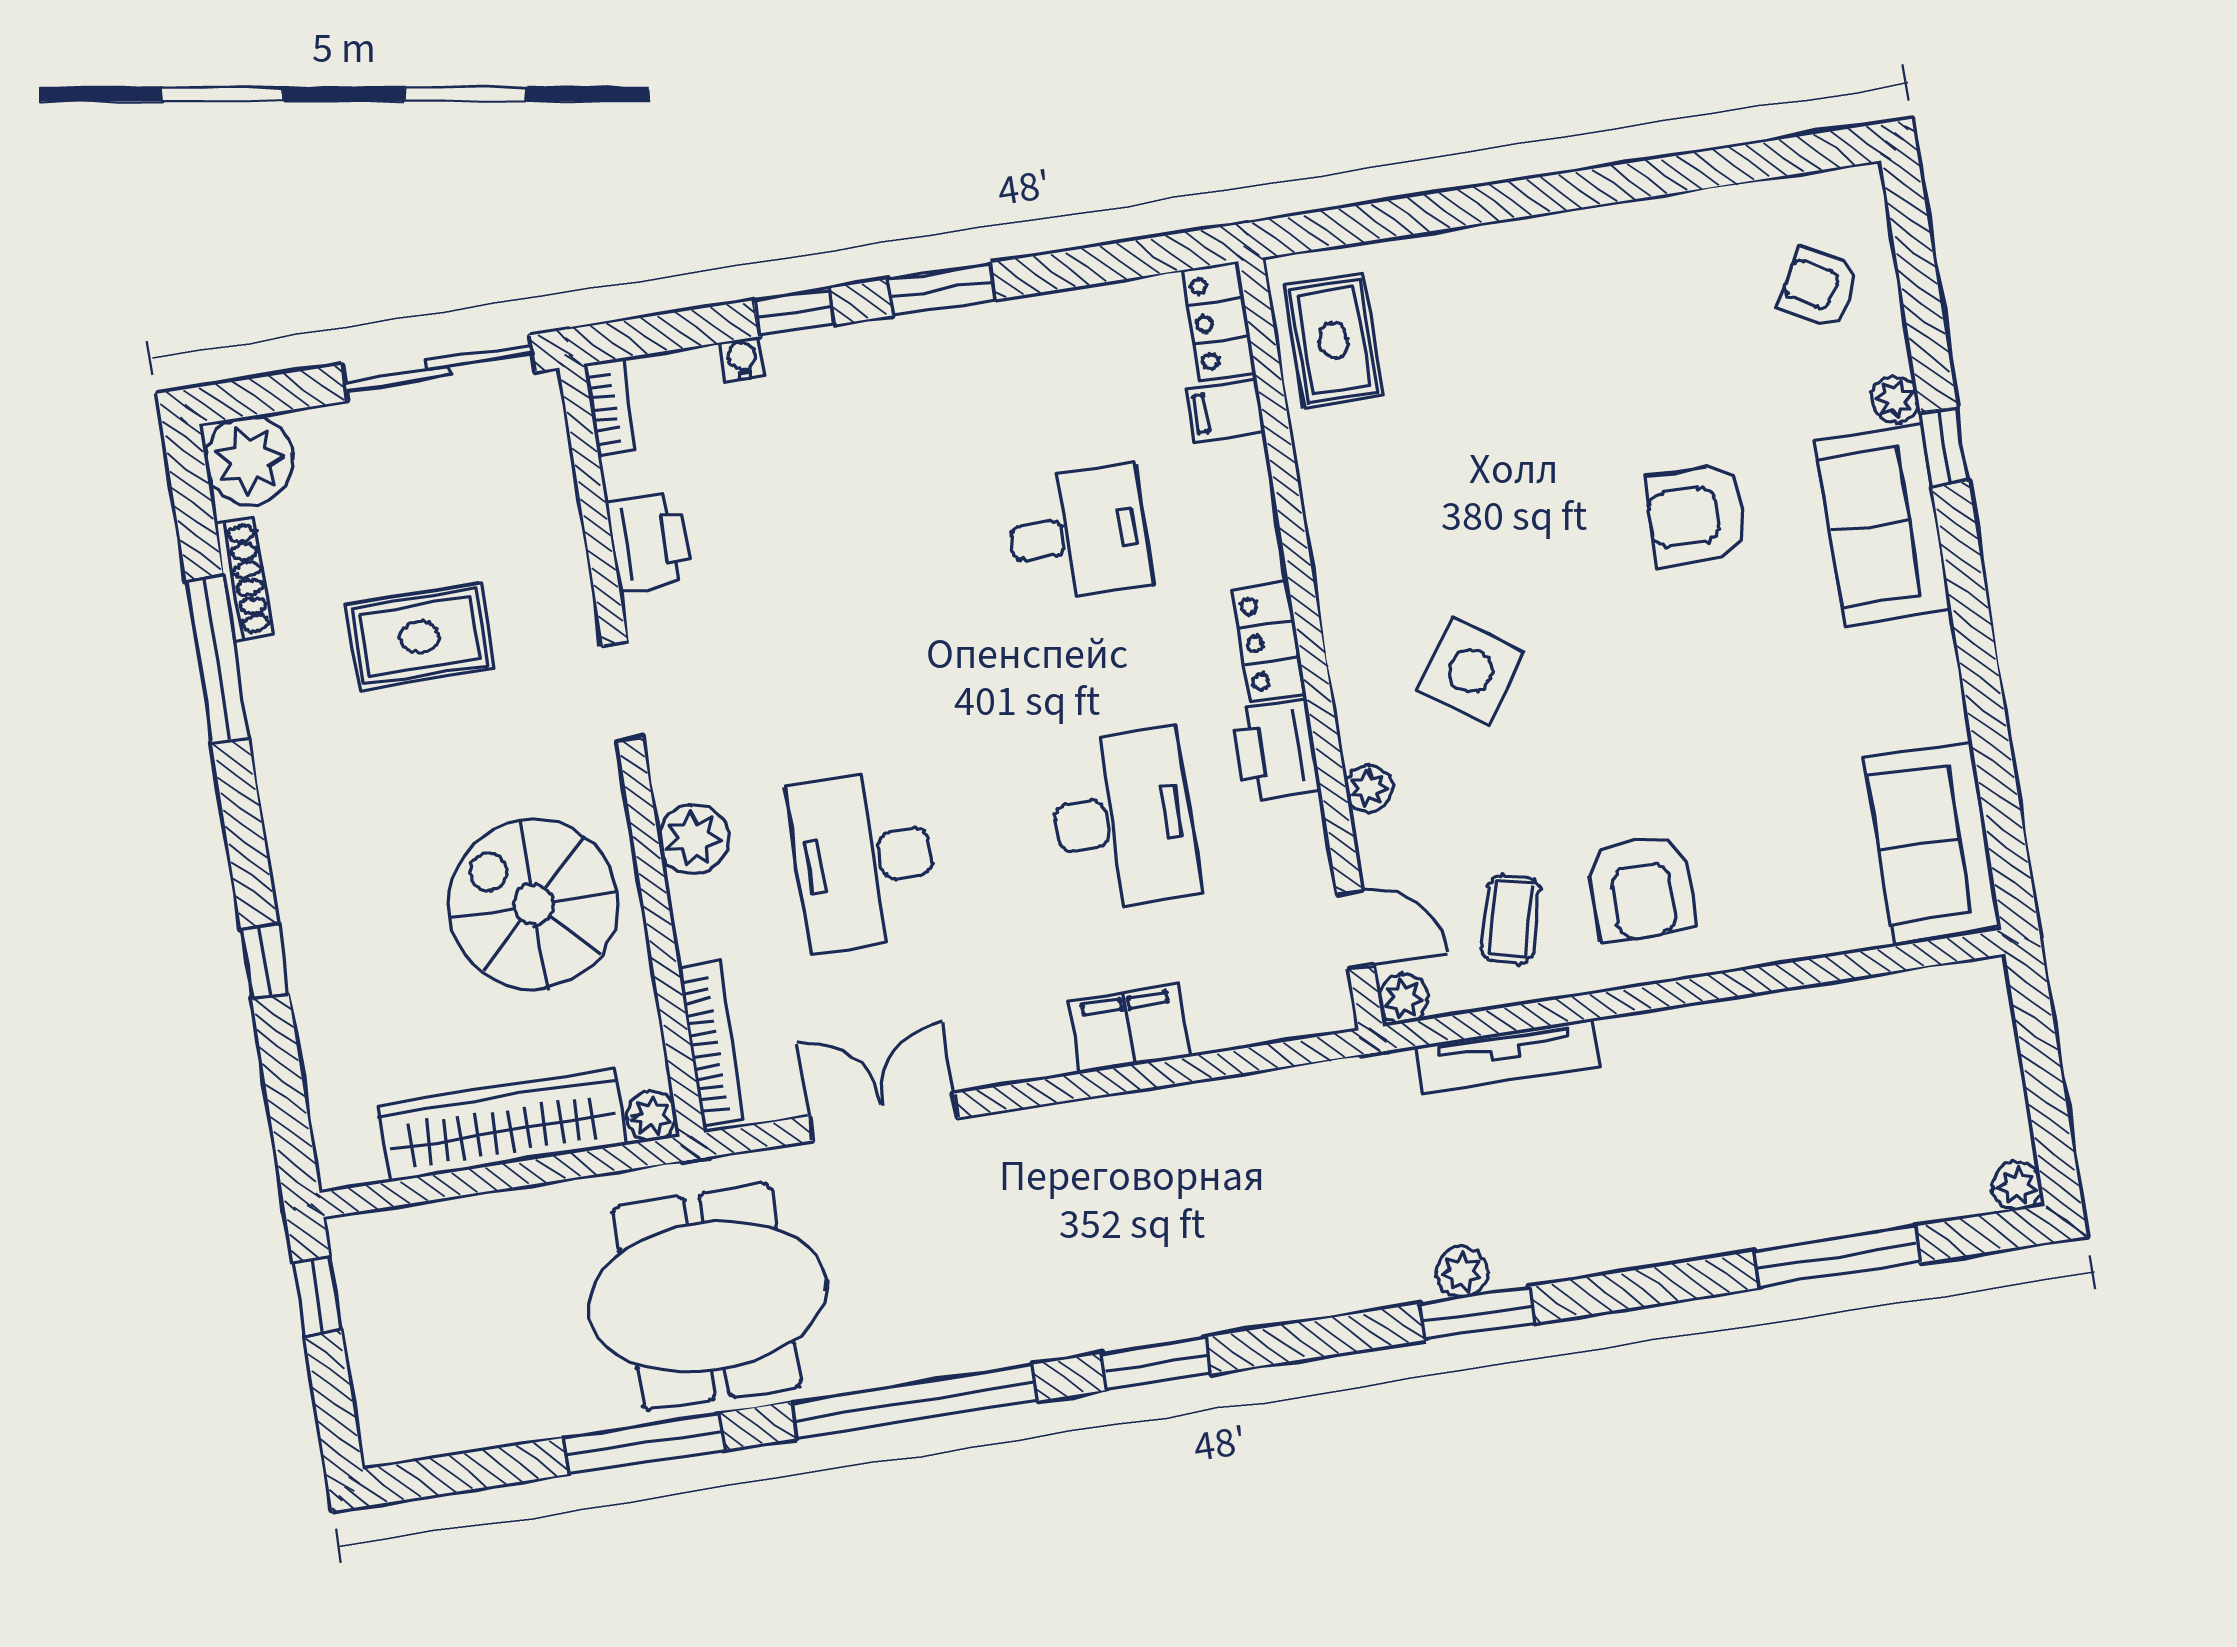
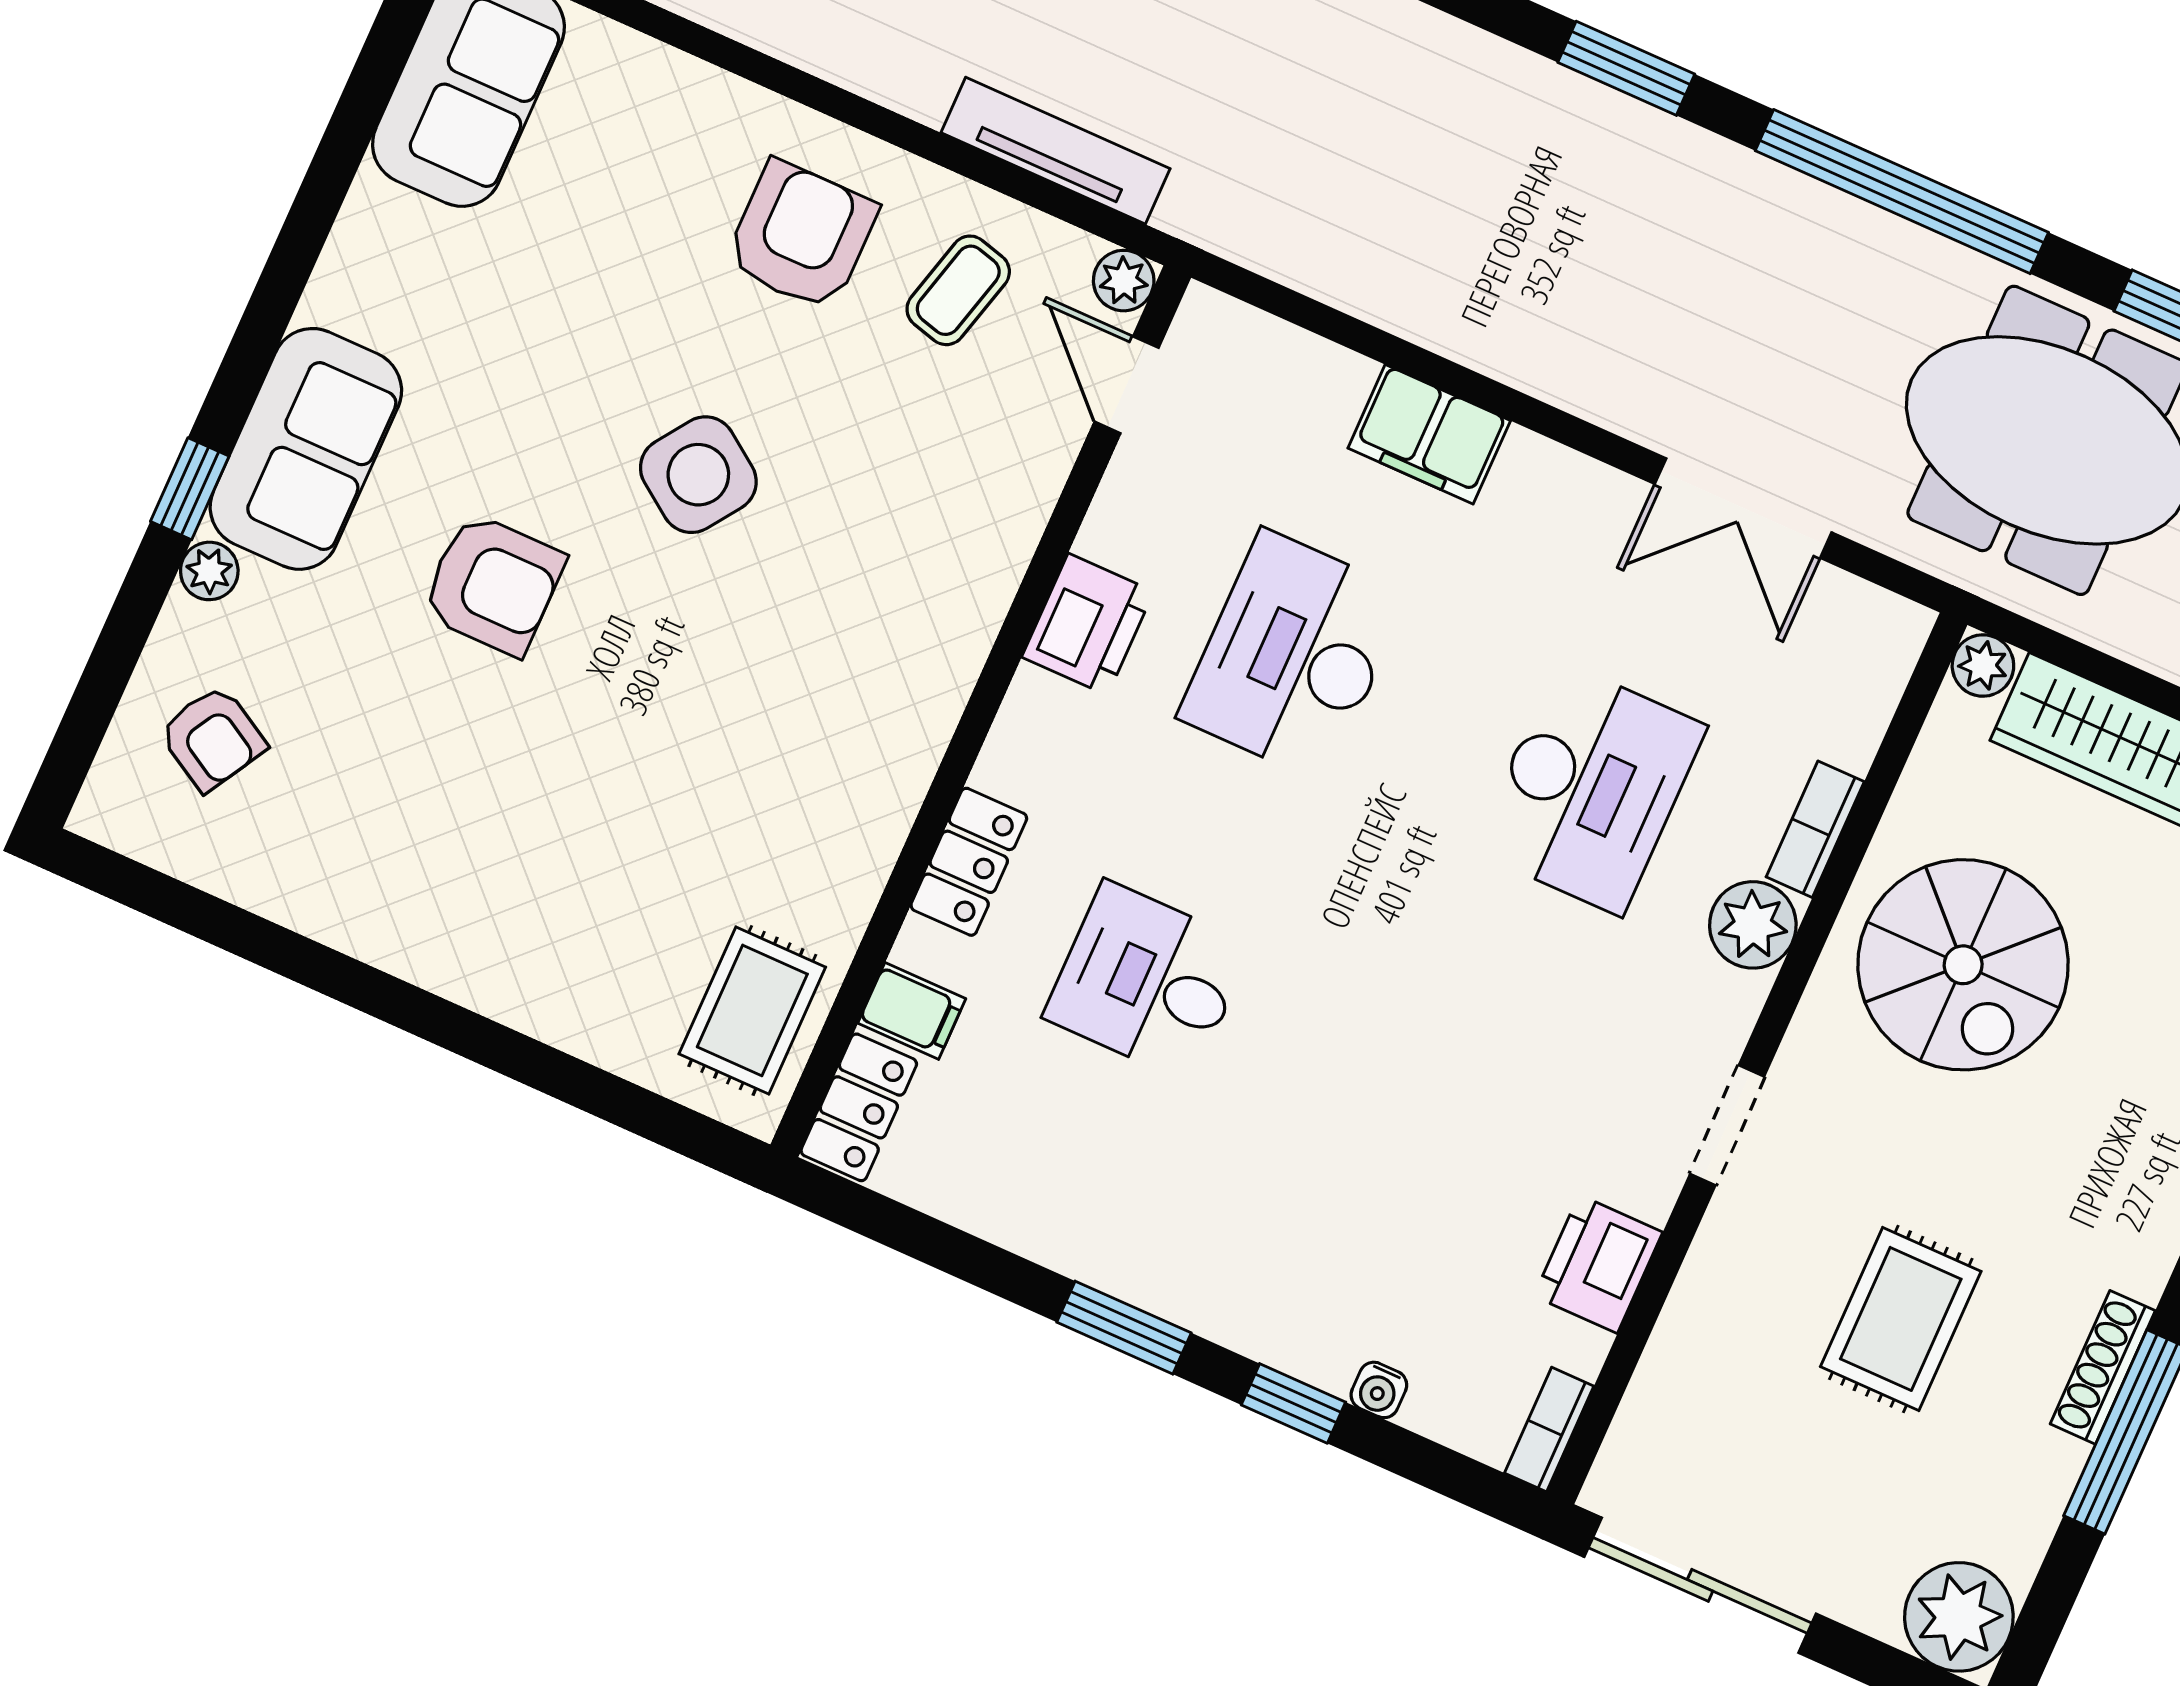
shoe rack: (244, 579) -> (2103, 1367), moved
rug: (420, 637) -> (1901, 1319), turned 90
locker: (1269, 642) -> (969, 862), moved
side table: (1470, 671) -> (698, 475), moved
plant: (1369, 789) -> (1018, 521), removed
bookcase: (711, 1044) -> (1815, 829), moved, width x0.64

